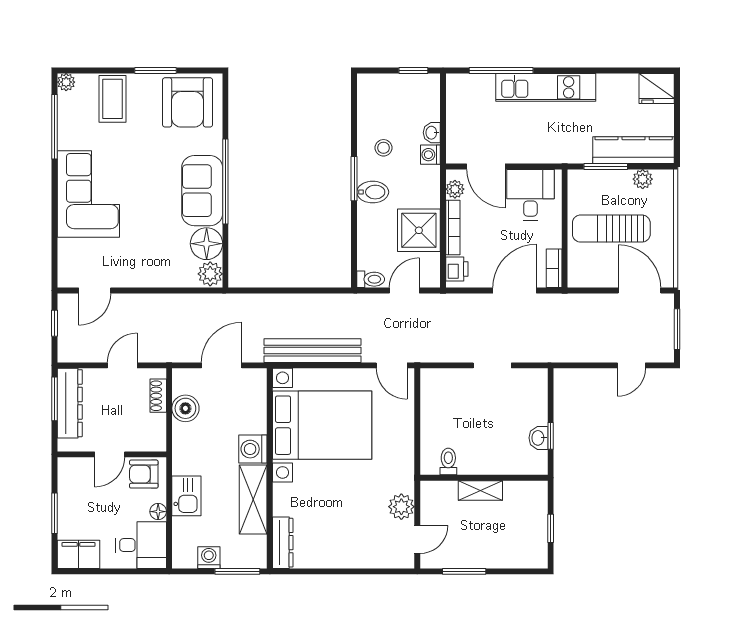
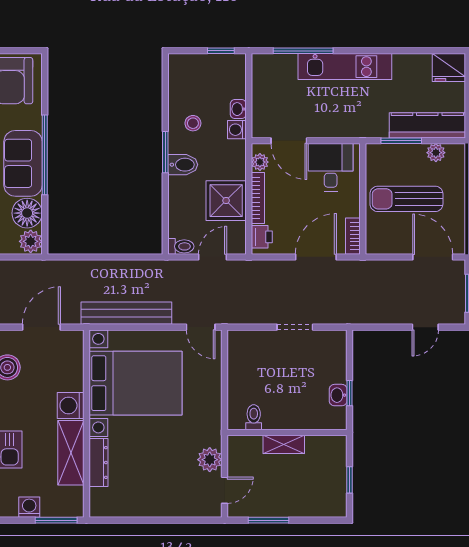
dresser: (283, 543) -> (99, 463), moved

